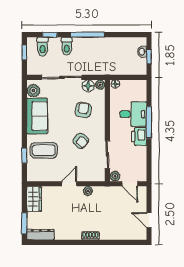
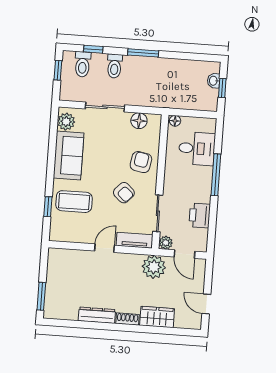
window: (88, 35) -> (143, 53), width x0.69
sliding door: (62, 77) -> (105, 107), width x0.73
plant: (100, 85) -> (155, 120), removed
armchair: (83, 110) -> (141, 162), moved
desk: (133, 114) -> (197, 149), moved
printer: (139, 137) -> (200, 215), moved
tv unit: (91, 176) -> (135, 240), added
plant: (88, 191) -> (154, 267), moved, width x1.88, depth x1.88
wardrobe: (34, 199) -> (157, 317), moved, turned -90
dresser: (40, 235) -> (97, 315), moved

